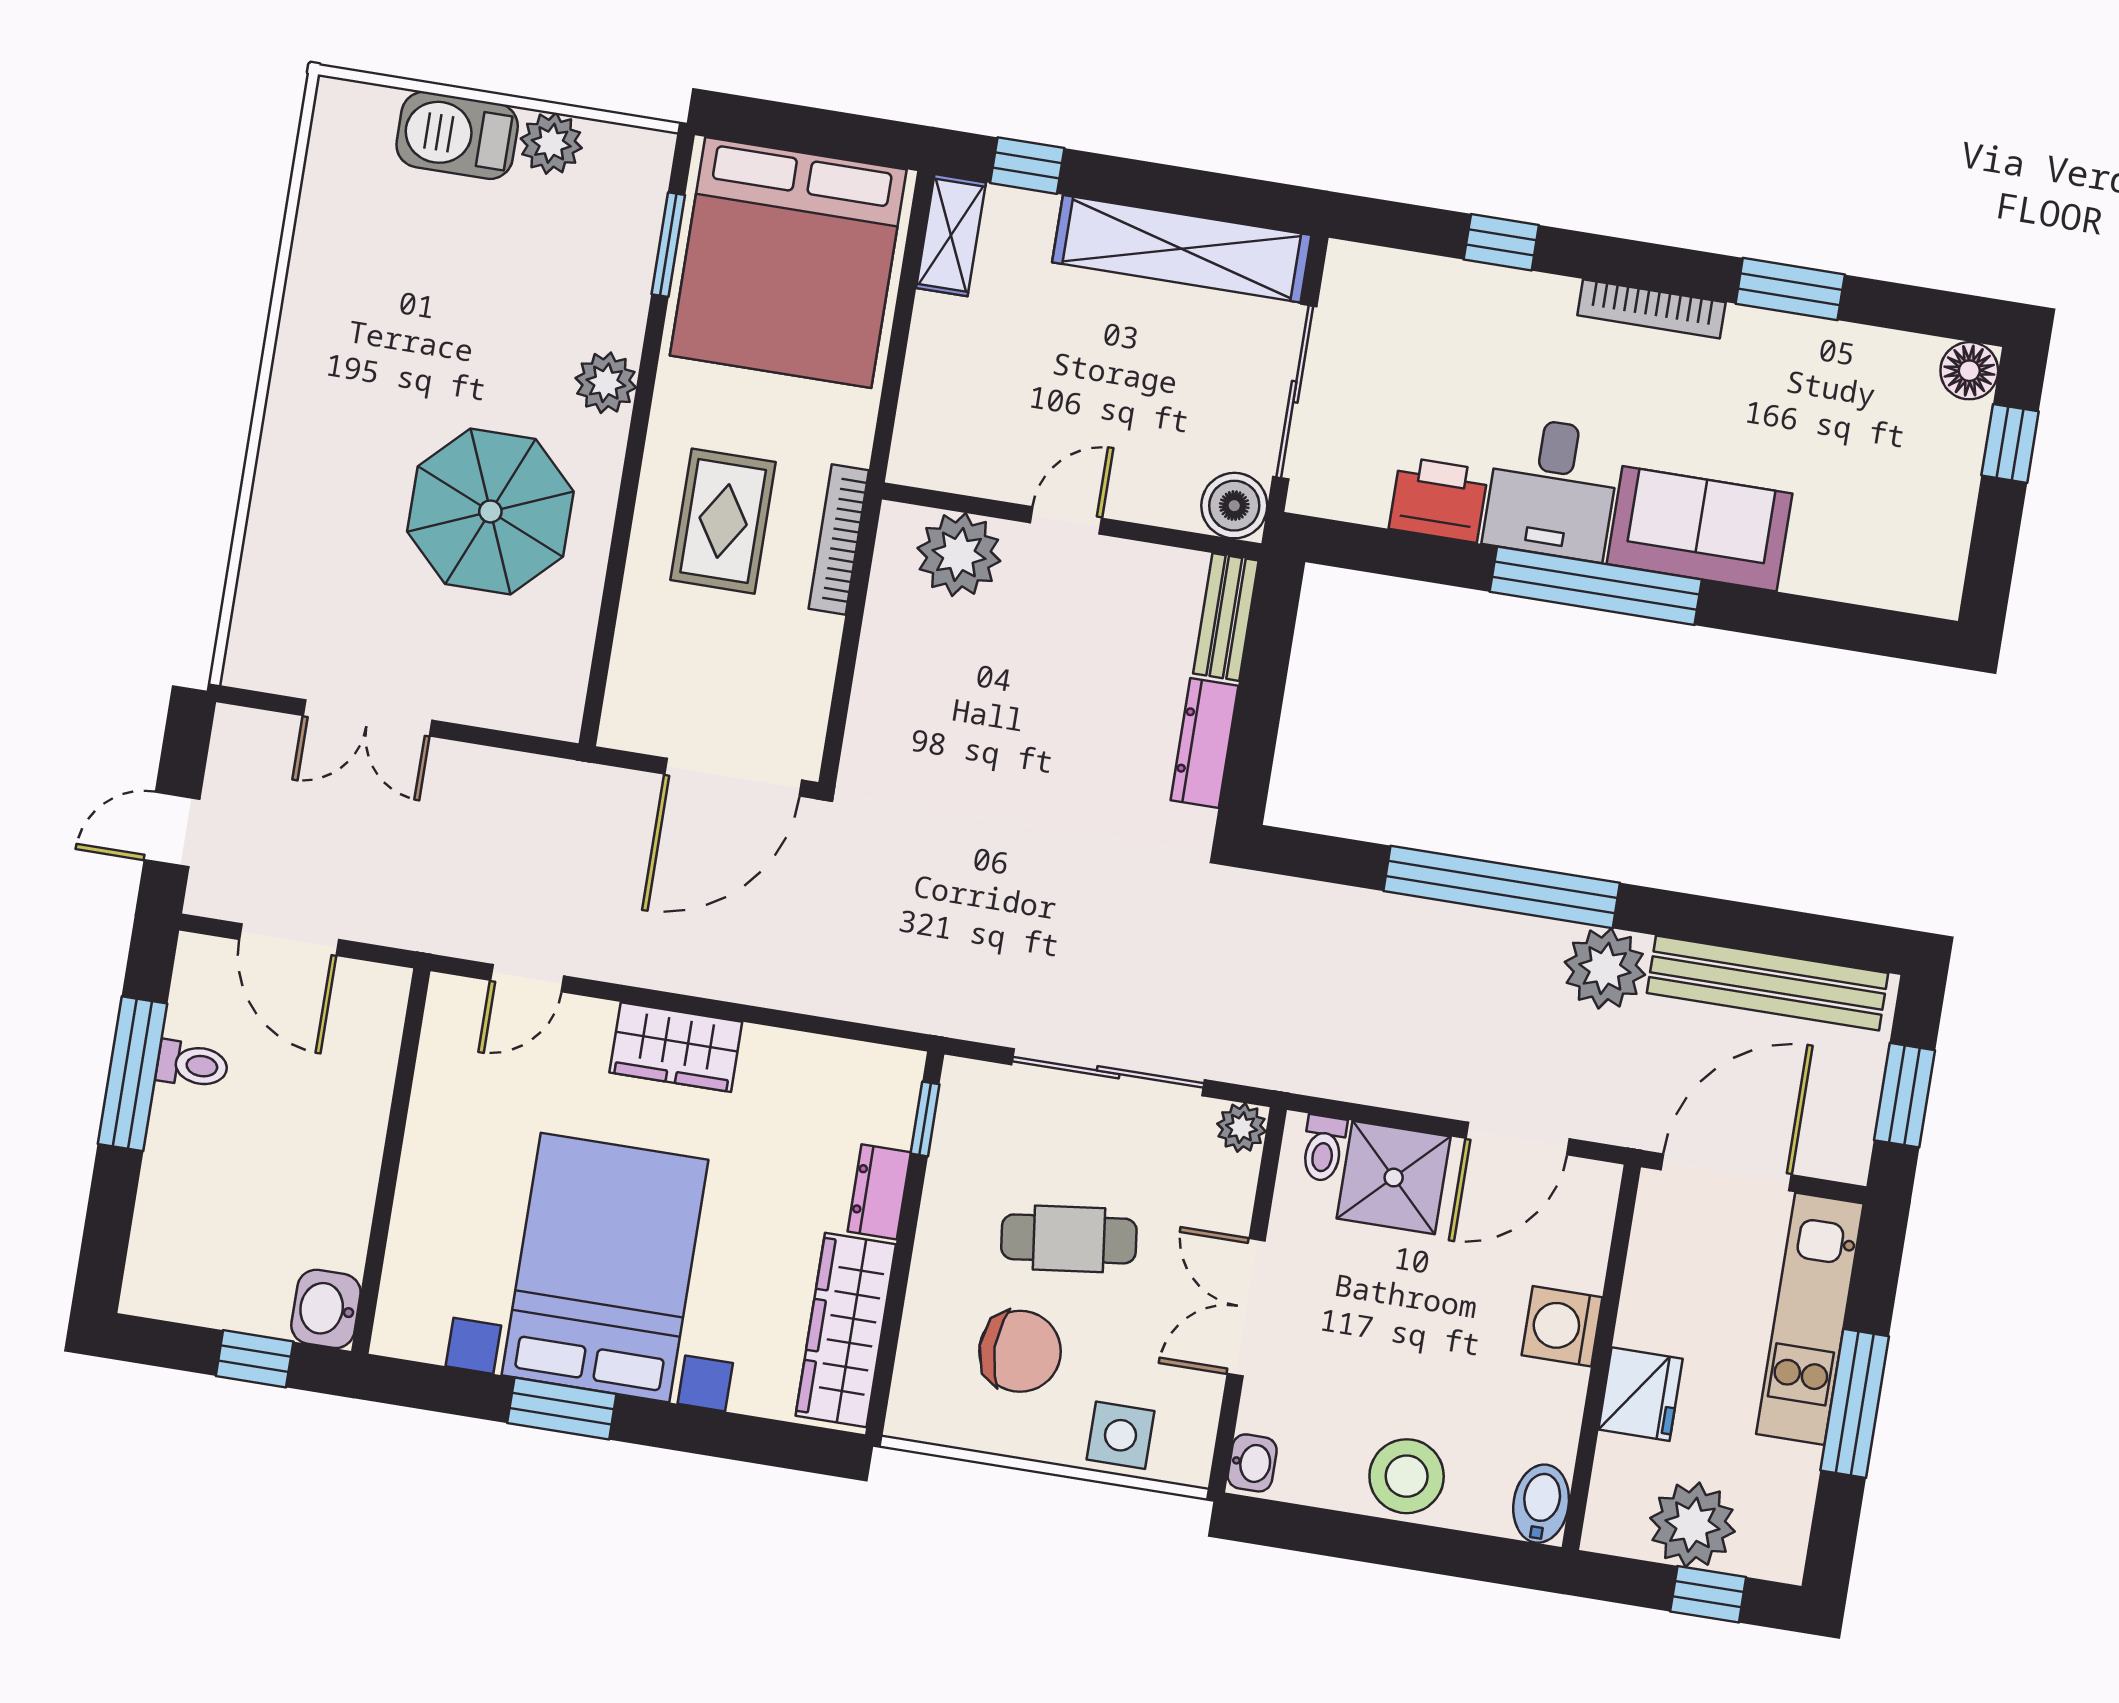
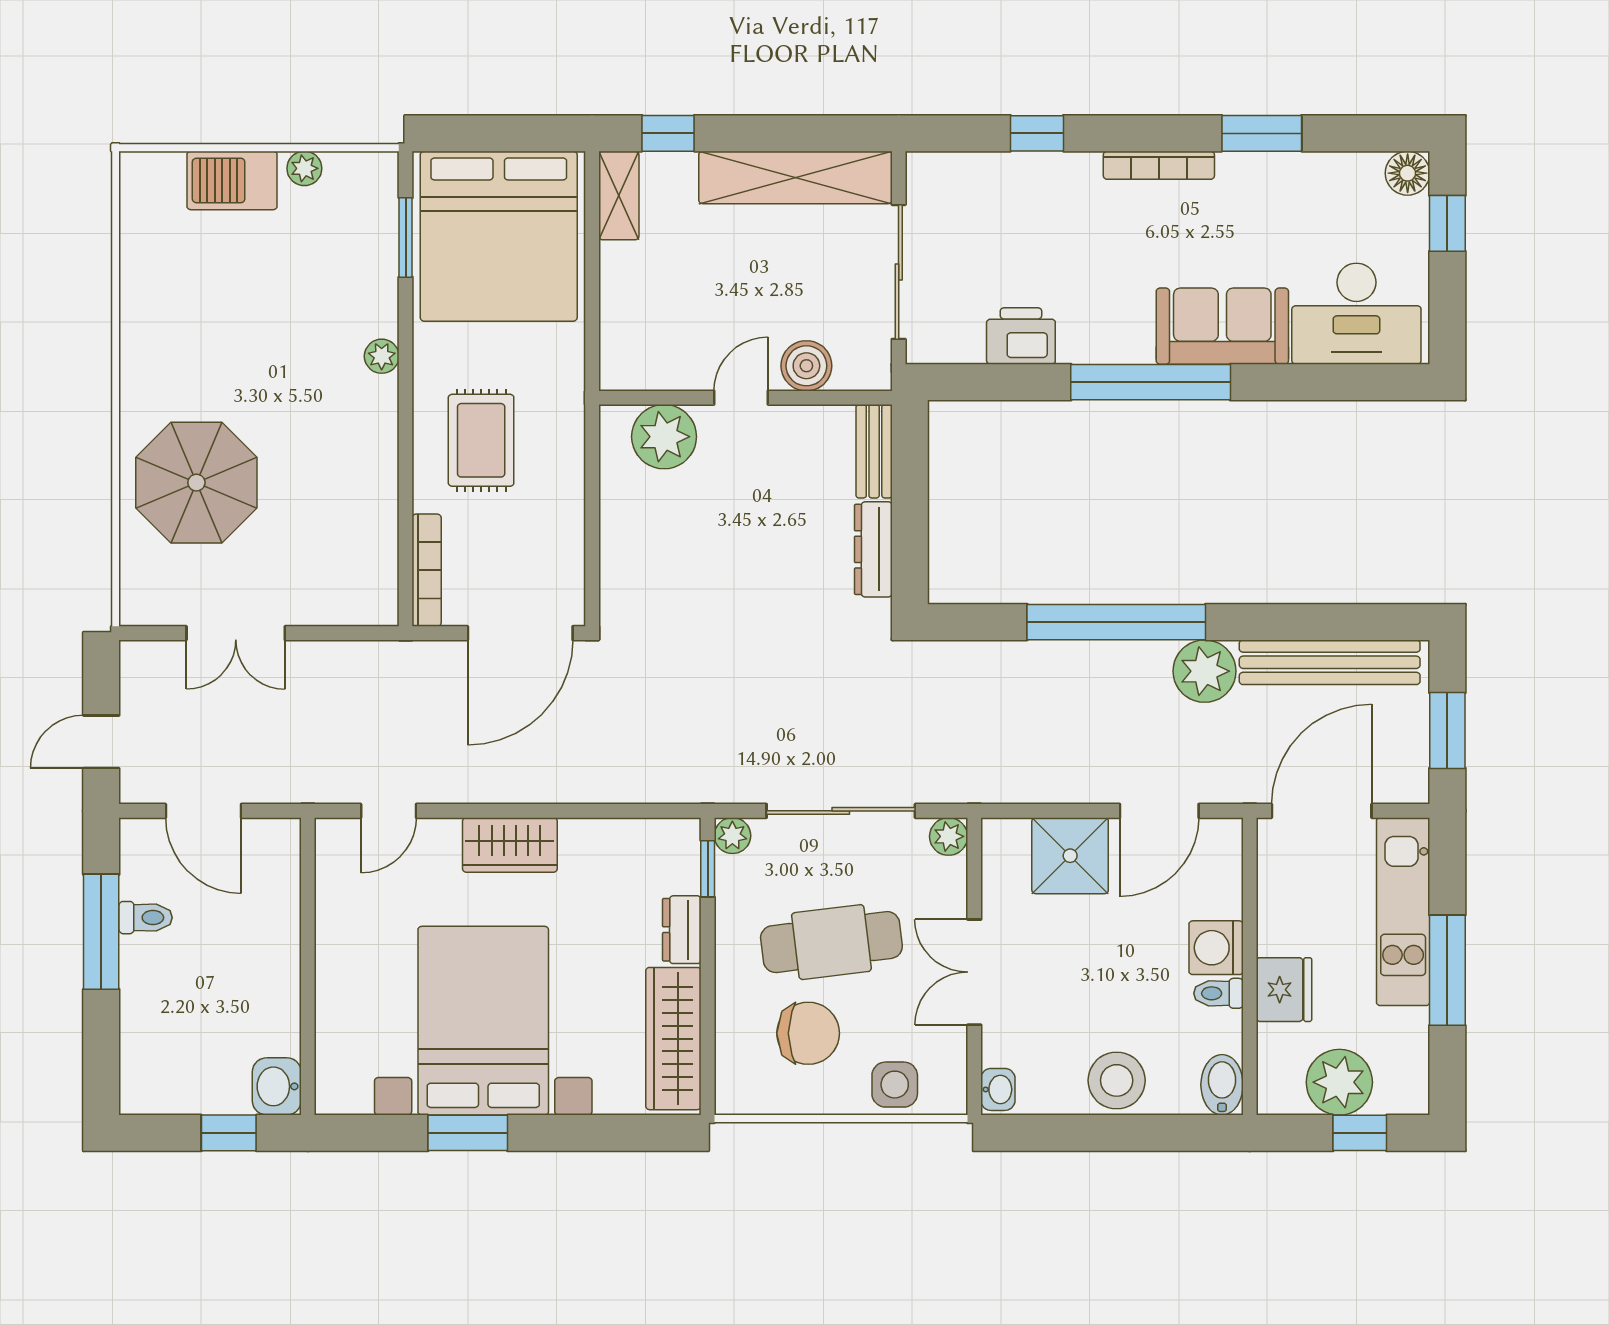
plant: (551, 143) -> (304, 168), width x0.73, depth x0.73
plant: (606, 383) -> (382, 356), width x0.73, depth x0.73
desk: (1552, 488) -> (1356, 314), moved, width x1.37
boiler: (1234, 506) -> (806, 366), moved
parasol: (490, 511) -> (196, 483), moved
bookcase: (839, 539) -> (427, 570), moved, turned 180
plant: (964, 1081) -> (732, 836), added
toilet: (1323, 1148) -> (1218, 993), moved, turned 90
cafe table: (1069, 1239) -> (831, 942), width x1.37, depth x1.35

